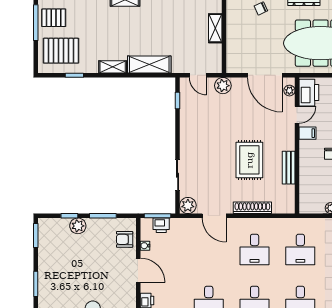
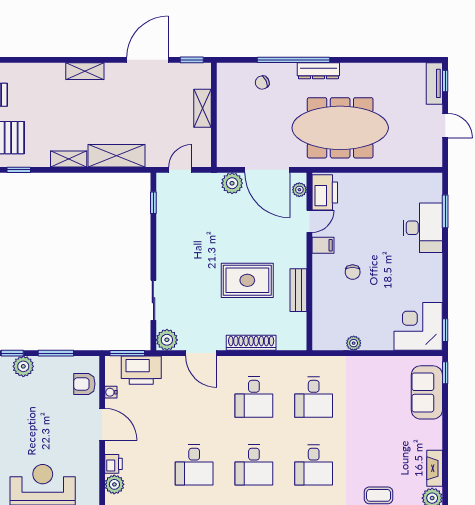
door: (198, 75) -> (180, 170), swing flipped
plant: (223, 86) -> (232, 183), moved
rug: (249, 160) -> (247, 280), turned 90
printer: (161, 225) -> (141, 370), width x1.87, depth x1.48

